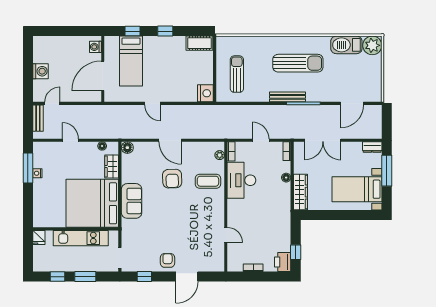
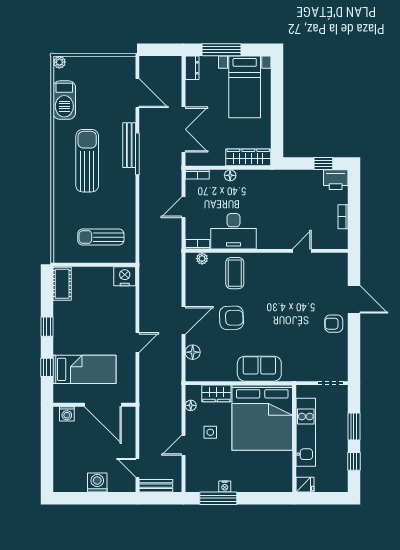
plant: (372, 45) -> (59, 62), width x0.53, depth x0.53
bench: (288, 97) -> (129, 145), moved
floor lamp: (127, 148) -> (193, 352), moved
side table: (81, 162) -> (210, 432), added
window: (144, 277) -> (354, 353), removed

